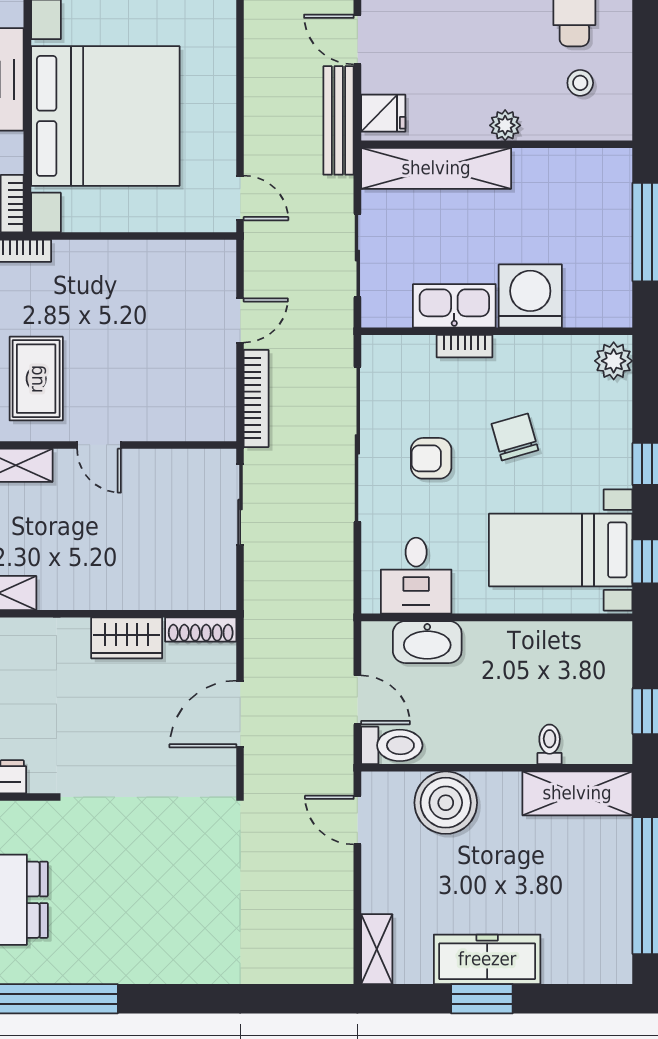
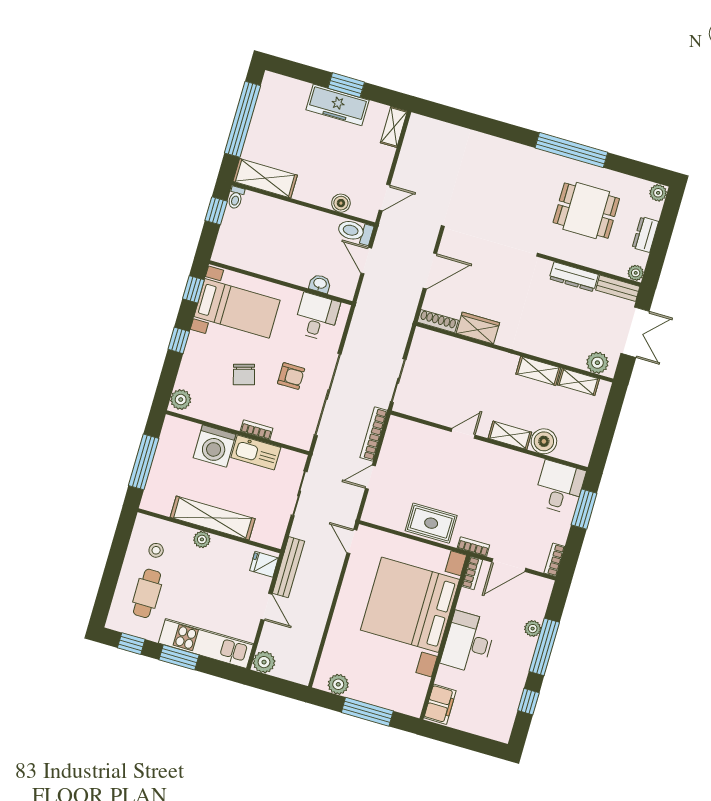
shelving: (436, 168) -> (213, 518), moved
rug: (36, 379) -> (431, 523), moved, turned 90
door: (99, 445) -> (463, 433), hinge flipped
washbasin: (427, 642) -> (320, 284), width x0.52, depth x0.69
toilet: (550, 744) -> (236, 198), moved
boiler: (446, 803) -> (341, 203), width x0.54, depth x0.54
door: (357, 820) -> (384, 198), hinge flipped

